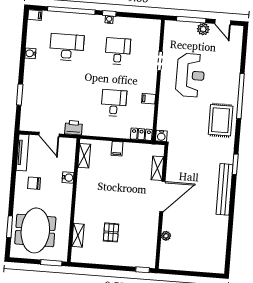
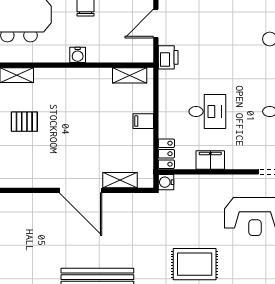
filing cabinet: (149, 99) -> (210, 160), width x2.00
water cooler: (68, 178) -> (78, 55), moved
plant: (166, 236) -> (25, 200), removed

